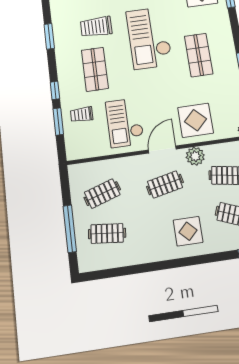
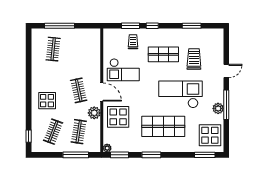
shop shelf: (199, 55) -> (163, 126), width x1.43, depth x1.36
checkout: (125, 123) -> (123, 70), turned 180
clothes rail: (102, 194) -> (79, 49), removed

